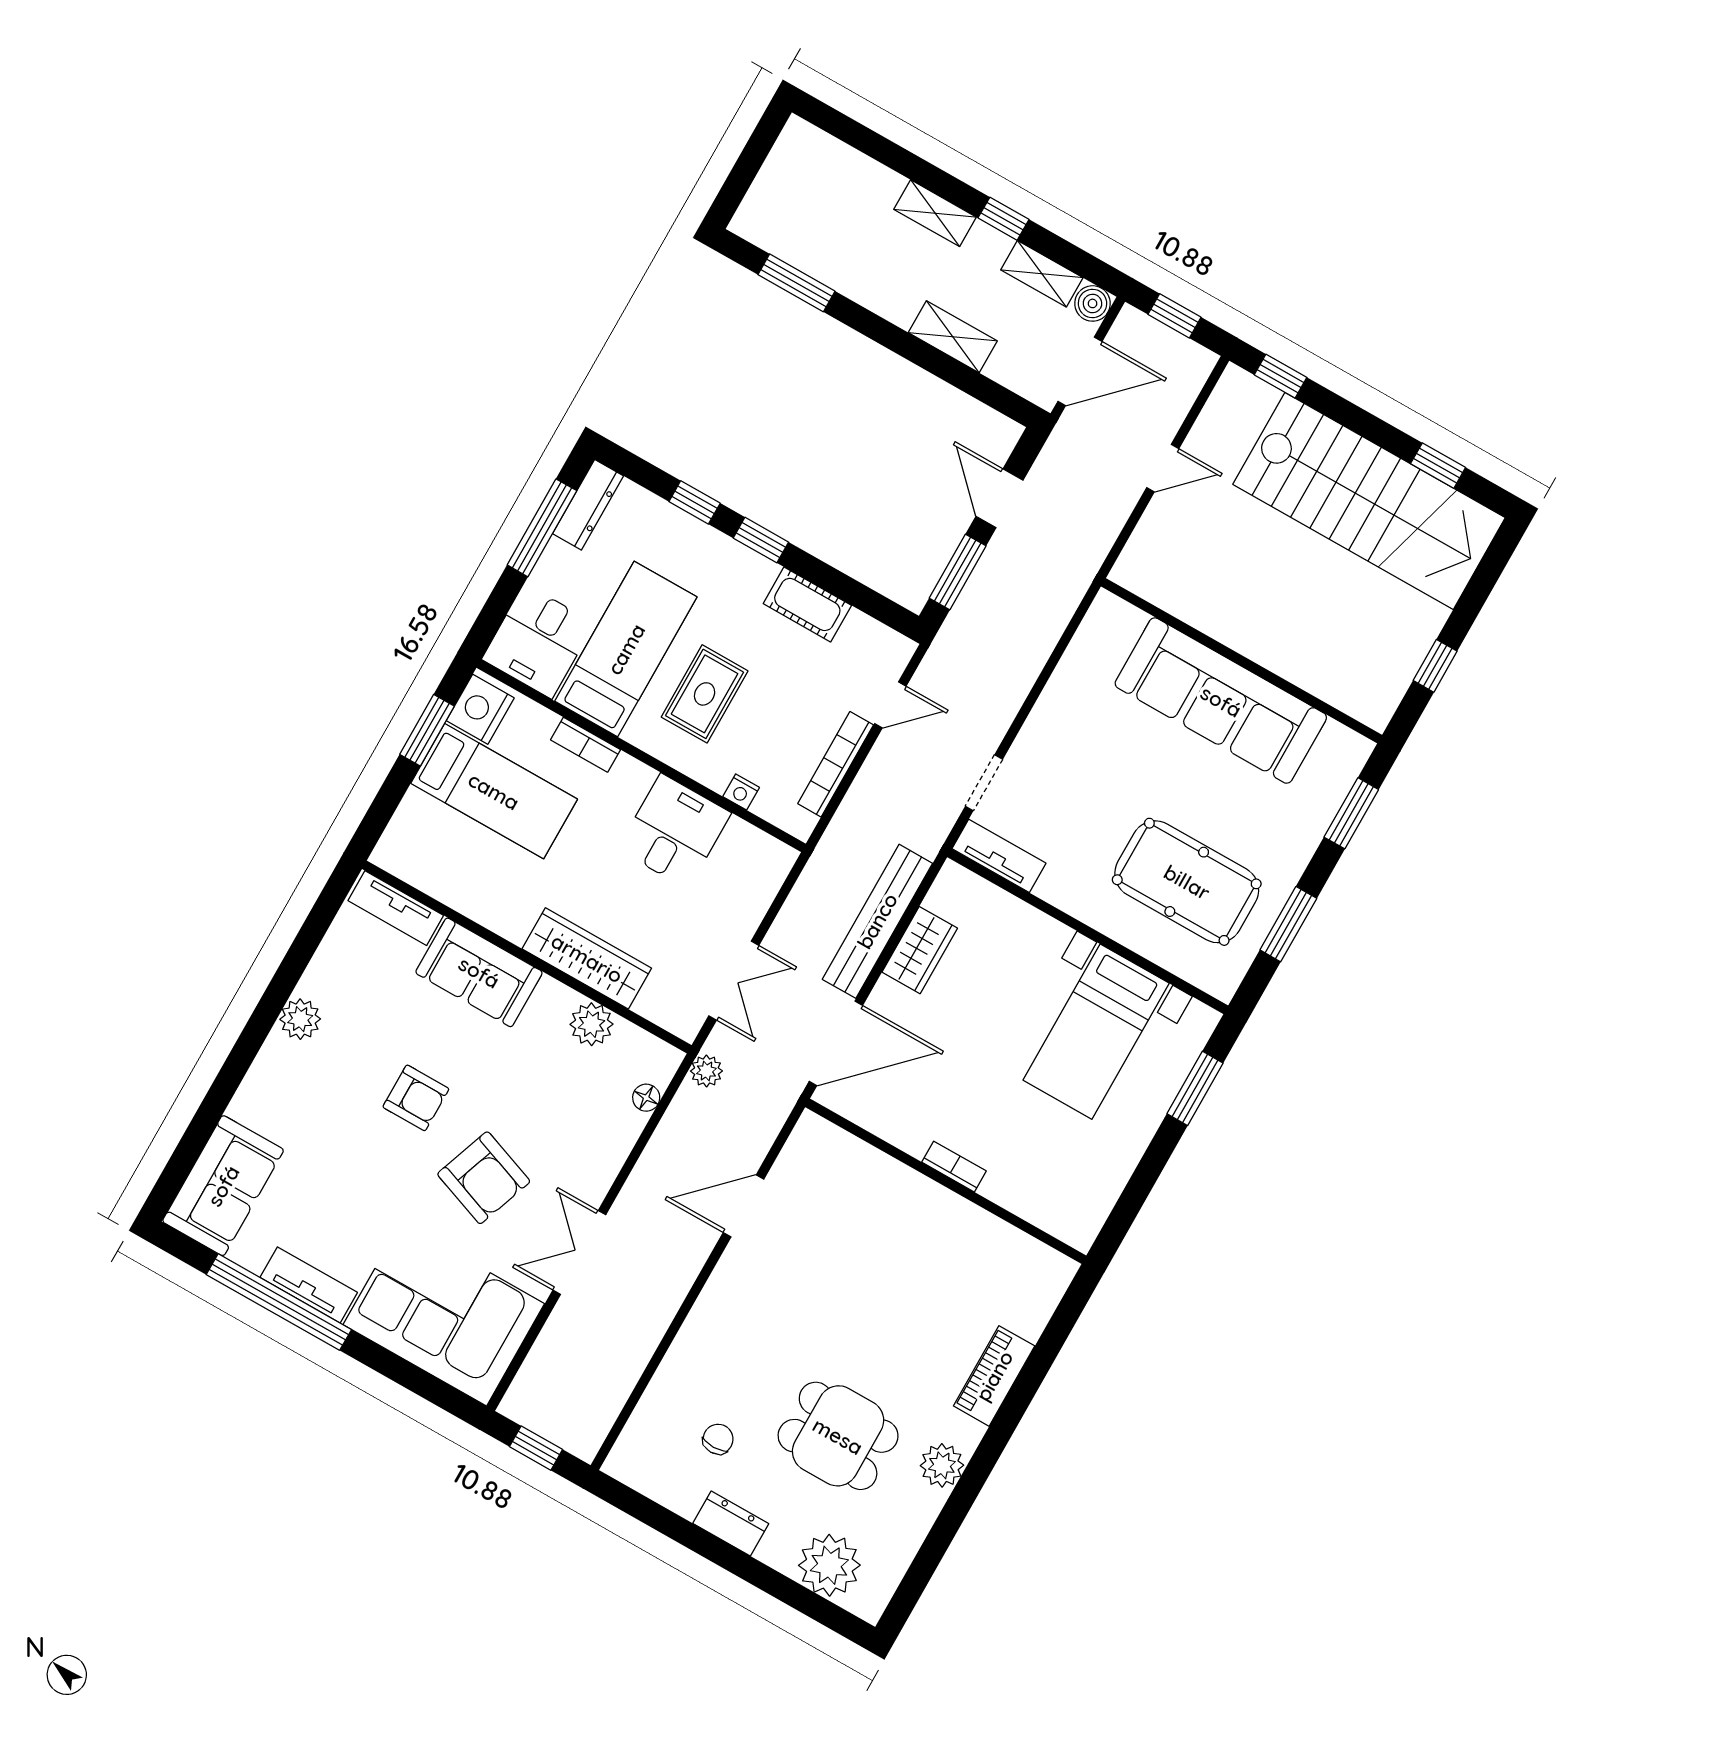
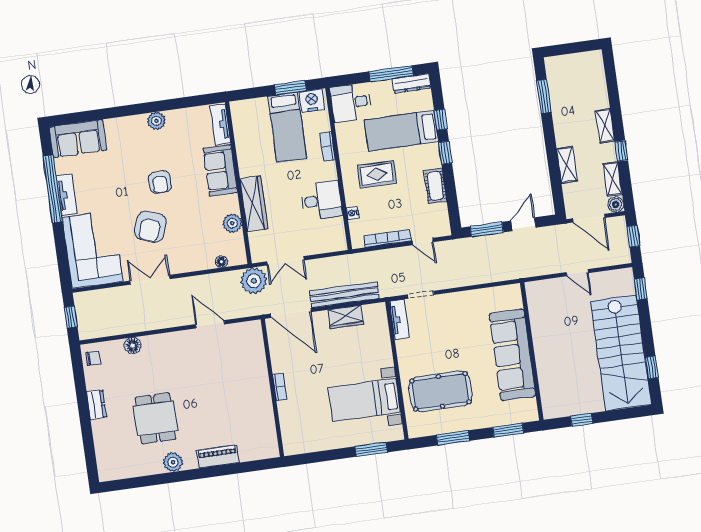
bed: (626, 649) -> (401, 131), moved, turned 180
pool table: (1187, 882) -> (440, 391), turned 90
plant: (706, 1071) -> (254, 281), width x1.88, depth x1.88
floor lamp: (674, 1376) -> (133, 346), added
chair: (718, 1439) -> (93, 358), moved
plant: (829, 1565) -> (108, 450), removed

